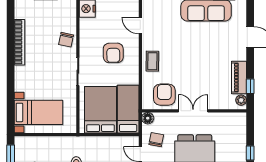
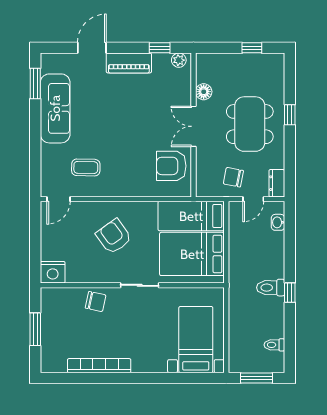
door: (140, 25) -> (59, 199), moved
armchair: (113, 53) -> (114, 236), turned -125
coffee table: (152, 61) -> (86, 167), moved
piano: (239, 78) -> (129, 63), moved
floor lamp: (148, 118) -> (204, 92), moved

